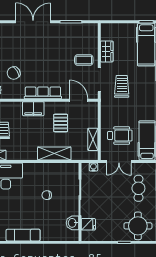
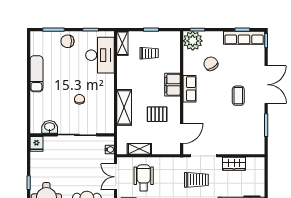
coffee table: (84, 60) -> (238, 96), moved
row of seats: (43, 93) -> (190, 89), width x0.68
wheelchair: (120, 136) -> (144, 178), turned 180
fridge: (88, 224) -> (36, 144), moved

